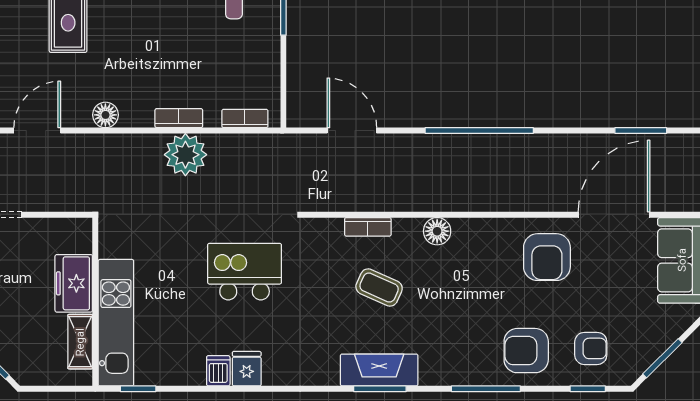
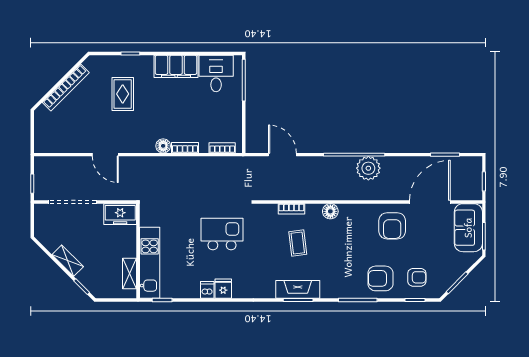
floor lamp: (105, 115) -> (163, 146), moved
door: (37, 131) -> (105, 155), swing flipped
plant: (185, 155) -> (368, 168), moved
freezer: (74, 283) -> (120, 214), moved, turned -90
coffee table: (379, 288) -> (298, 243), turned 59

